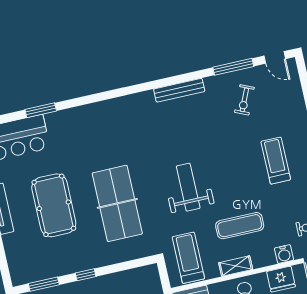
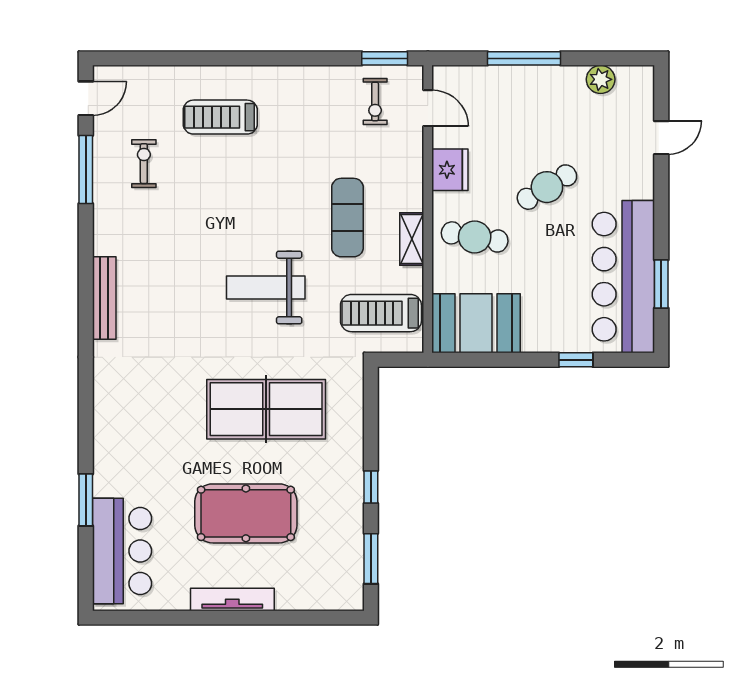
bench: (179, 90) -> (104, 298), moved
exercise bike: (244, 100) -> (144, 164), turned -114
treadmill: (276, 161) -> (220, 117), moved
water cooler: (284, 254) -> (410, 156), removed

